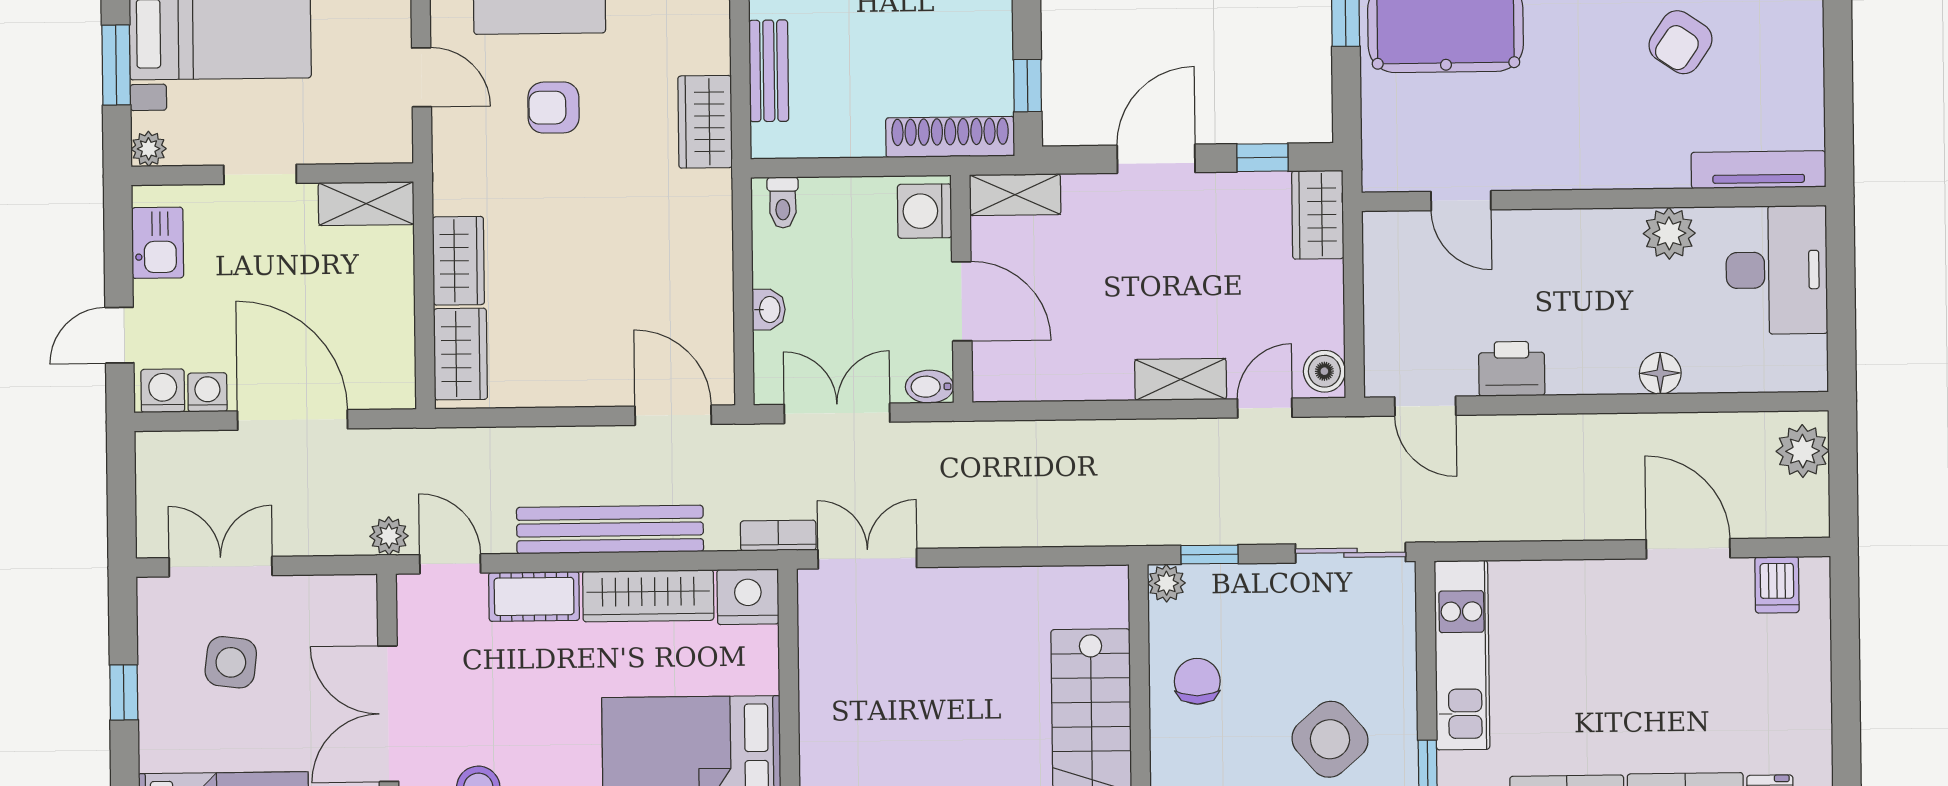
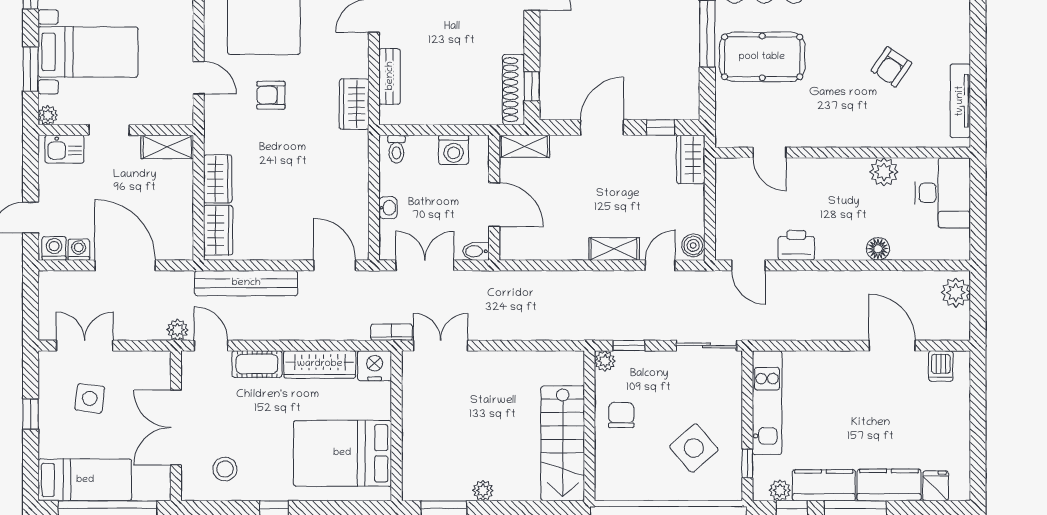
shoe rack: (950, 137) -> (513, 90), moved, turned -90
tv unit: (1759, 170) -> (960, 101), moved, turned -90
washing machine: (925, 211) -> (454, 150), moved, turned -90
kitchen sink: (158, 243) -> (64, 149), moved, turned 90
bench: (610, 530) -> (246, 283), moved

